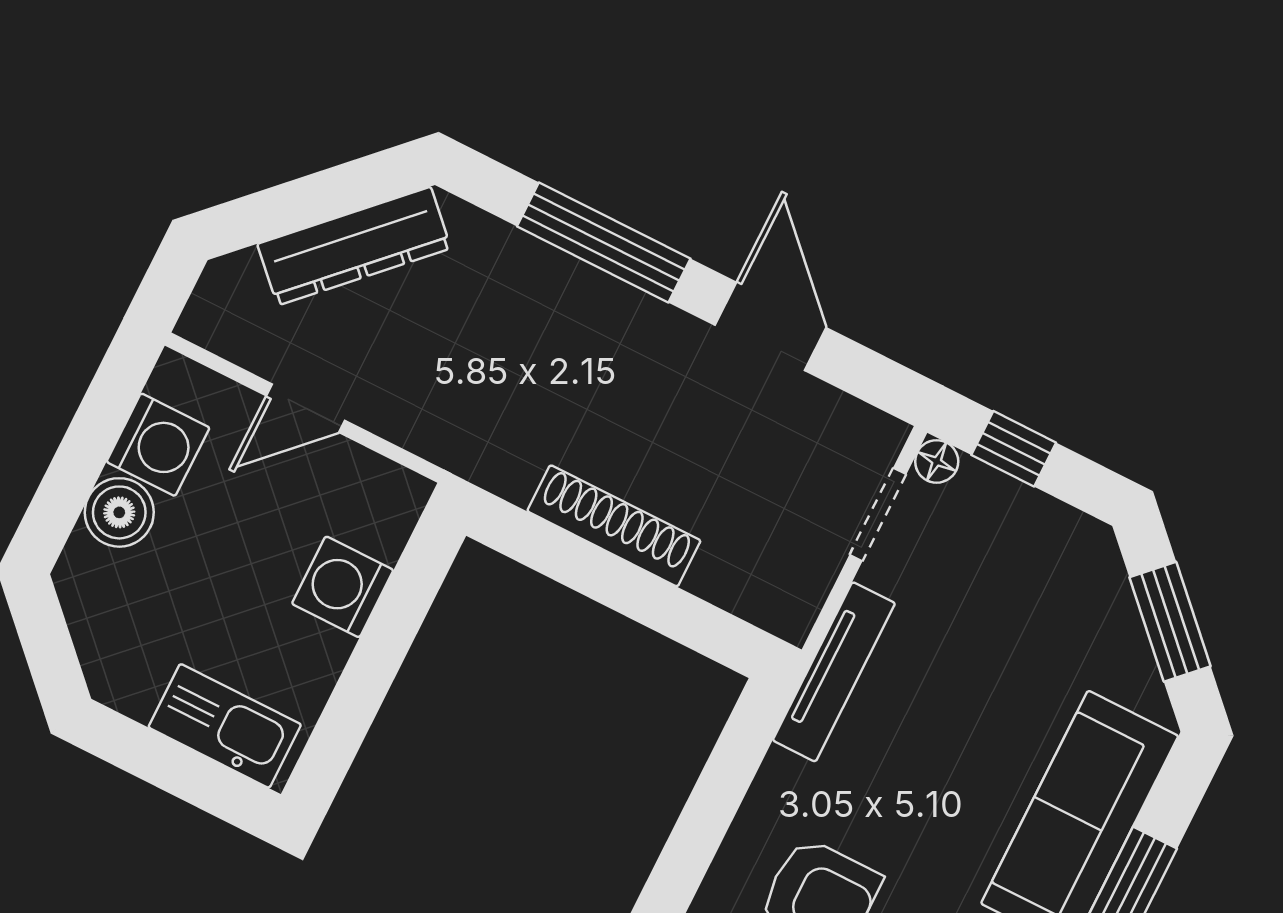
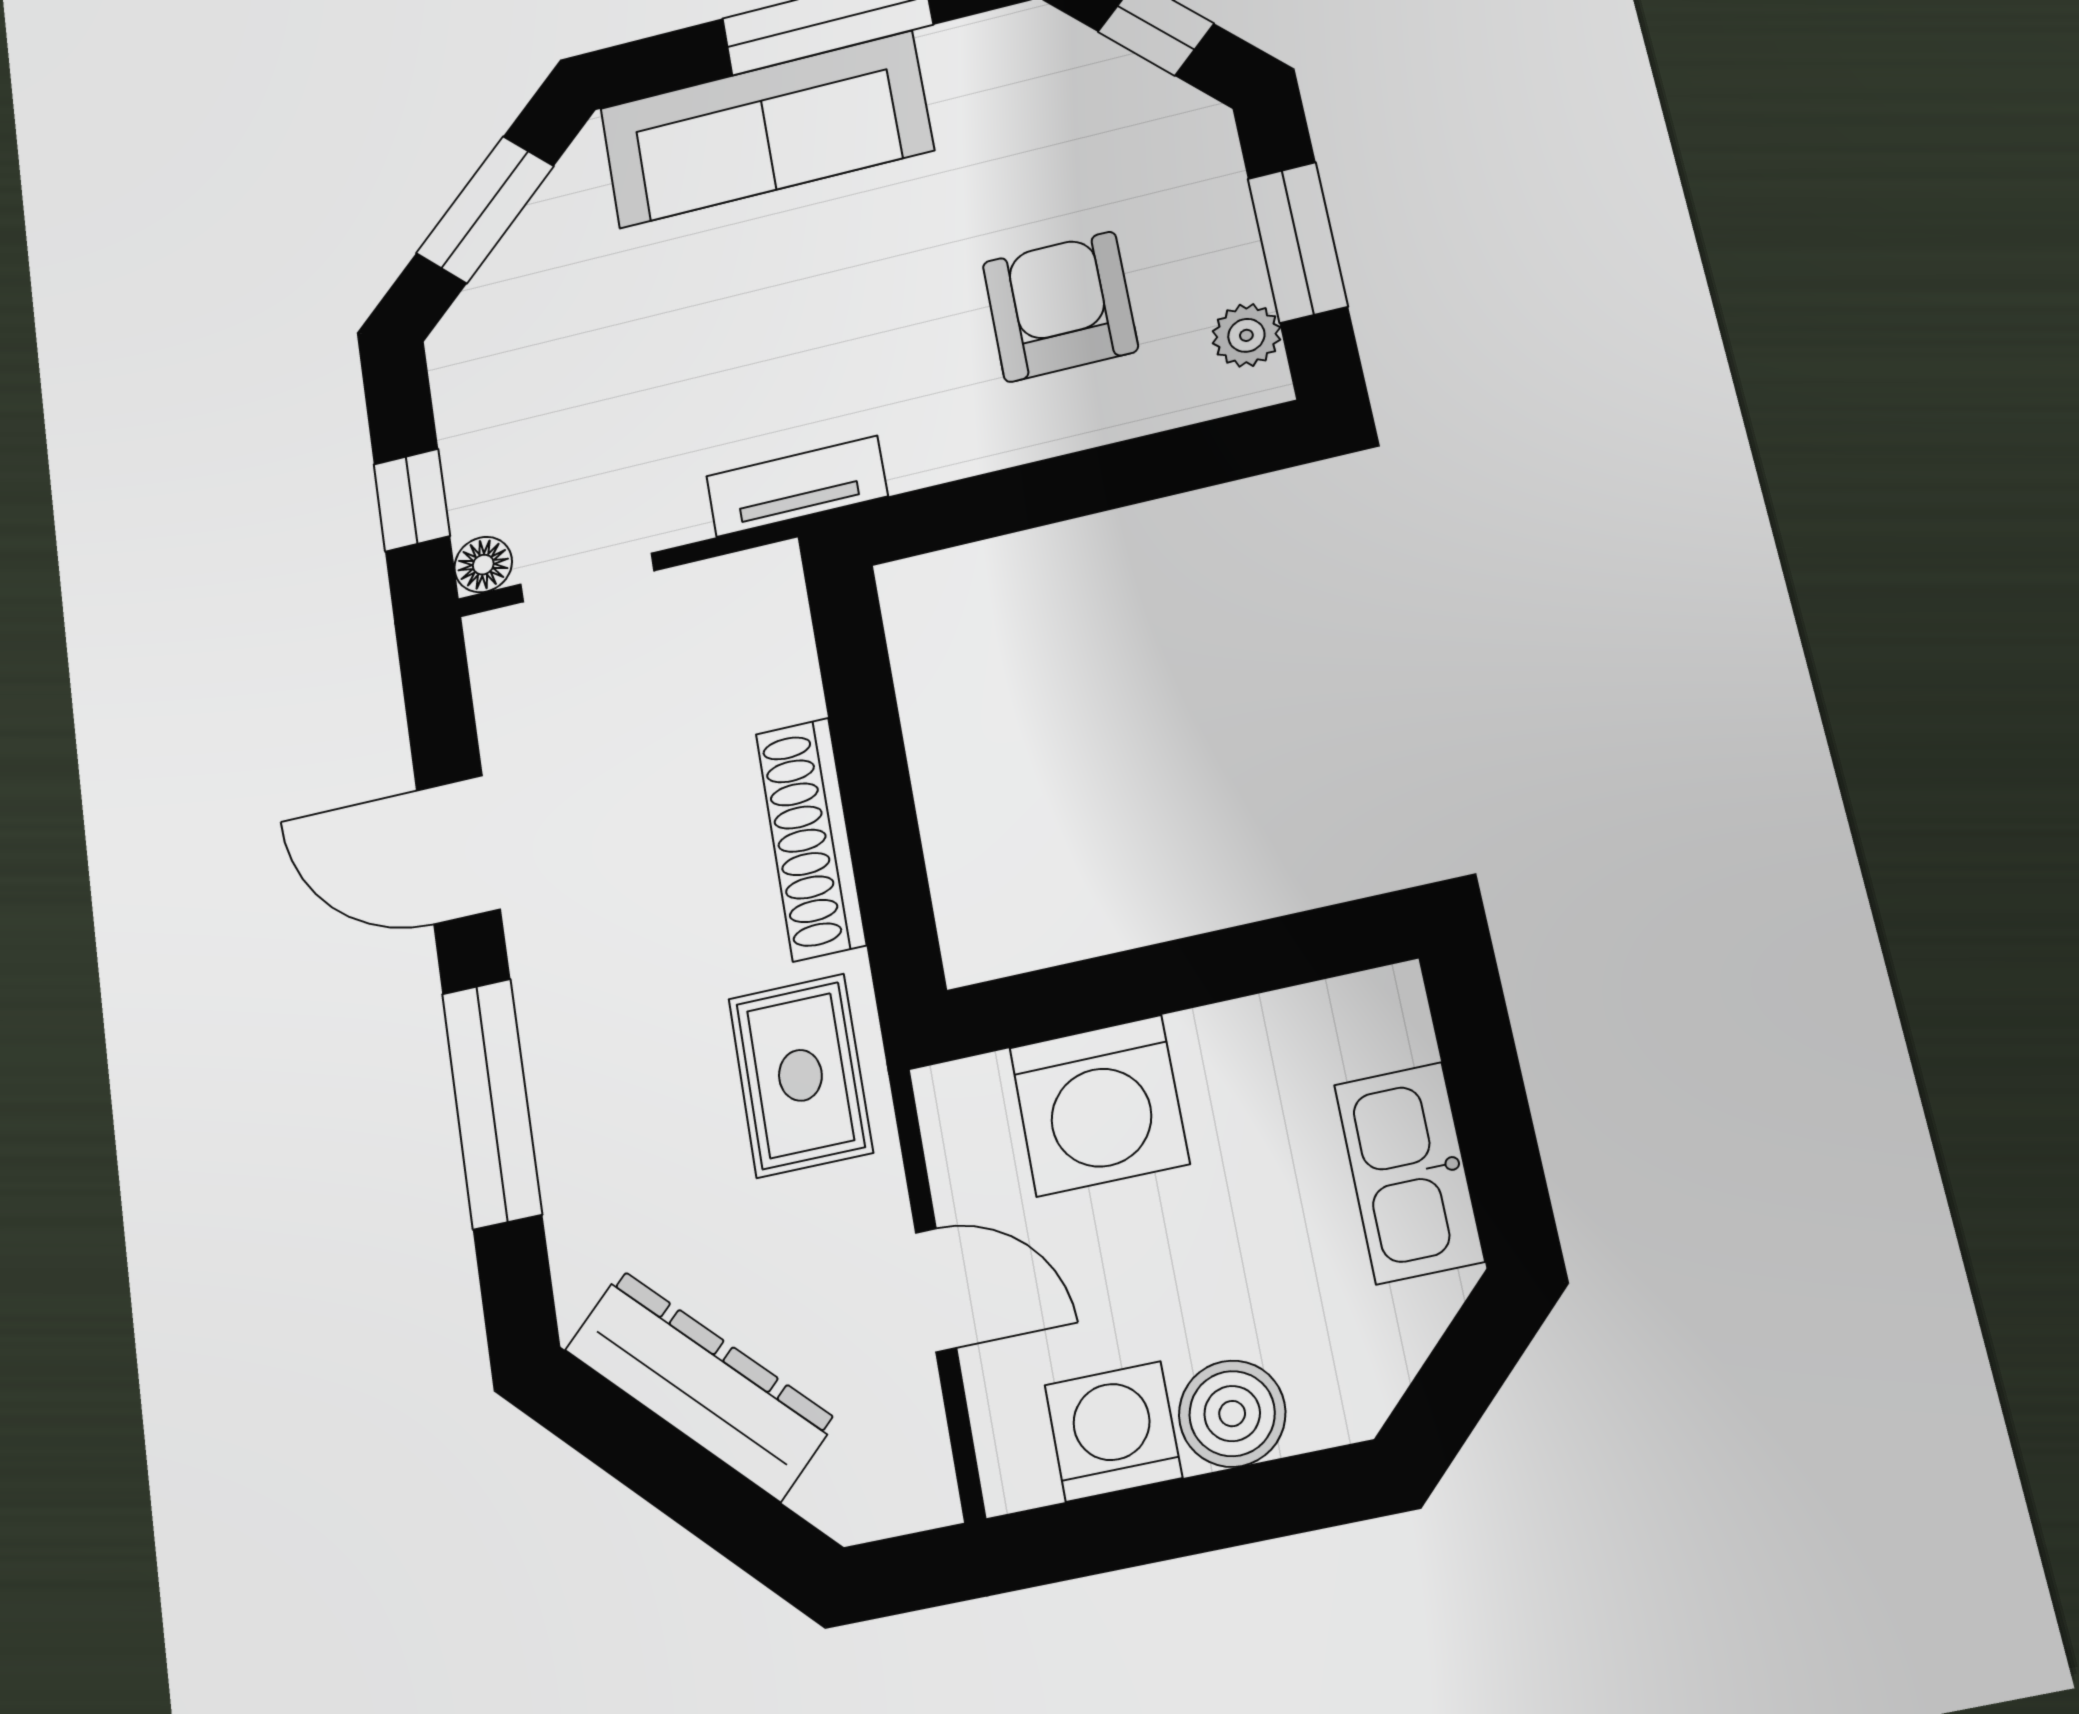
door: (771, 326) -> (458, 850), hinge flipped
rug: (482, 422) -> (800, 1075), added
washing machine: (343, 587) -> (1099, 1106), width x1.37, depth x1.37
tv unit: (834, 672) -> (797, 486), width x0.71
kitchen sink: (225, 726) -> (1409, 1173), moved

